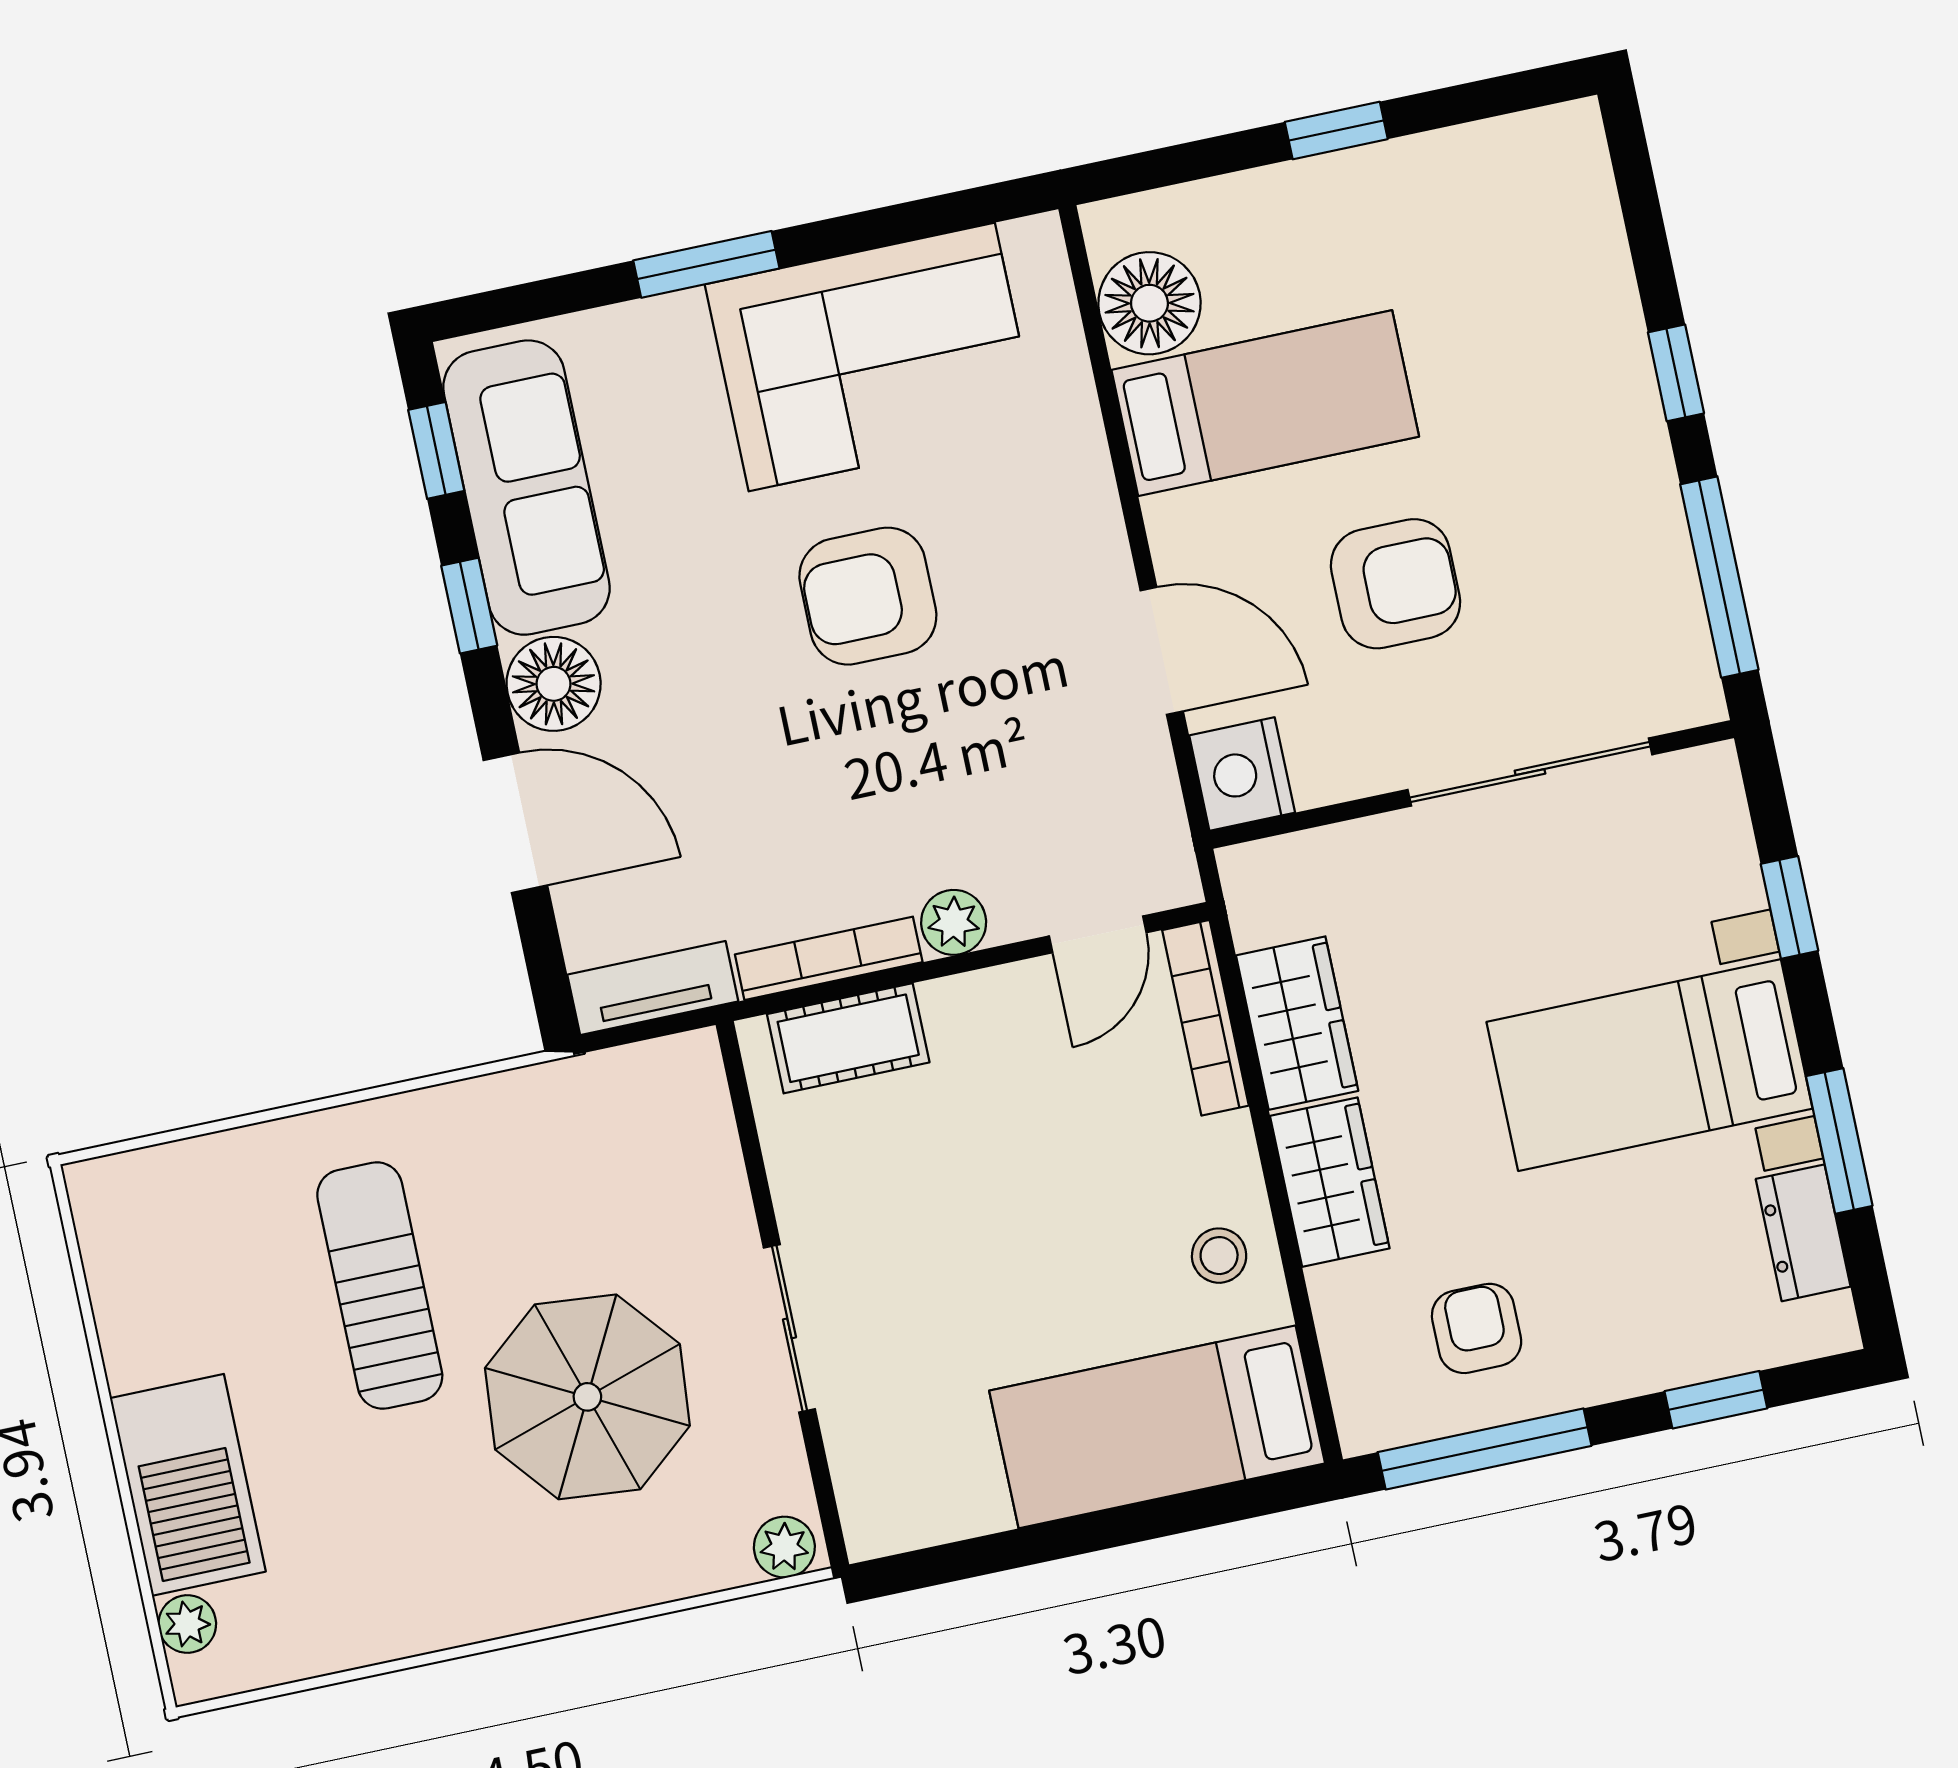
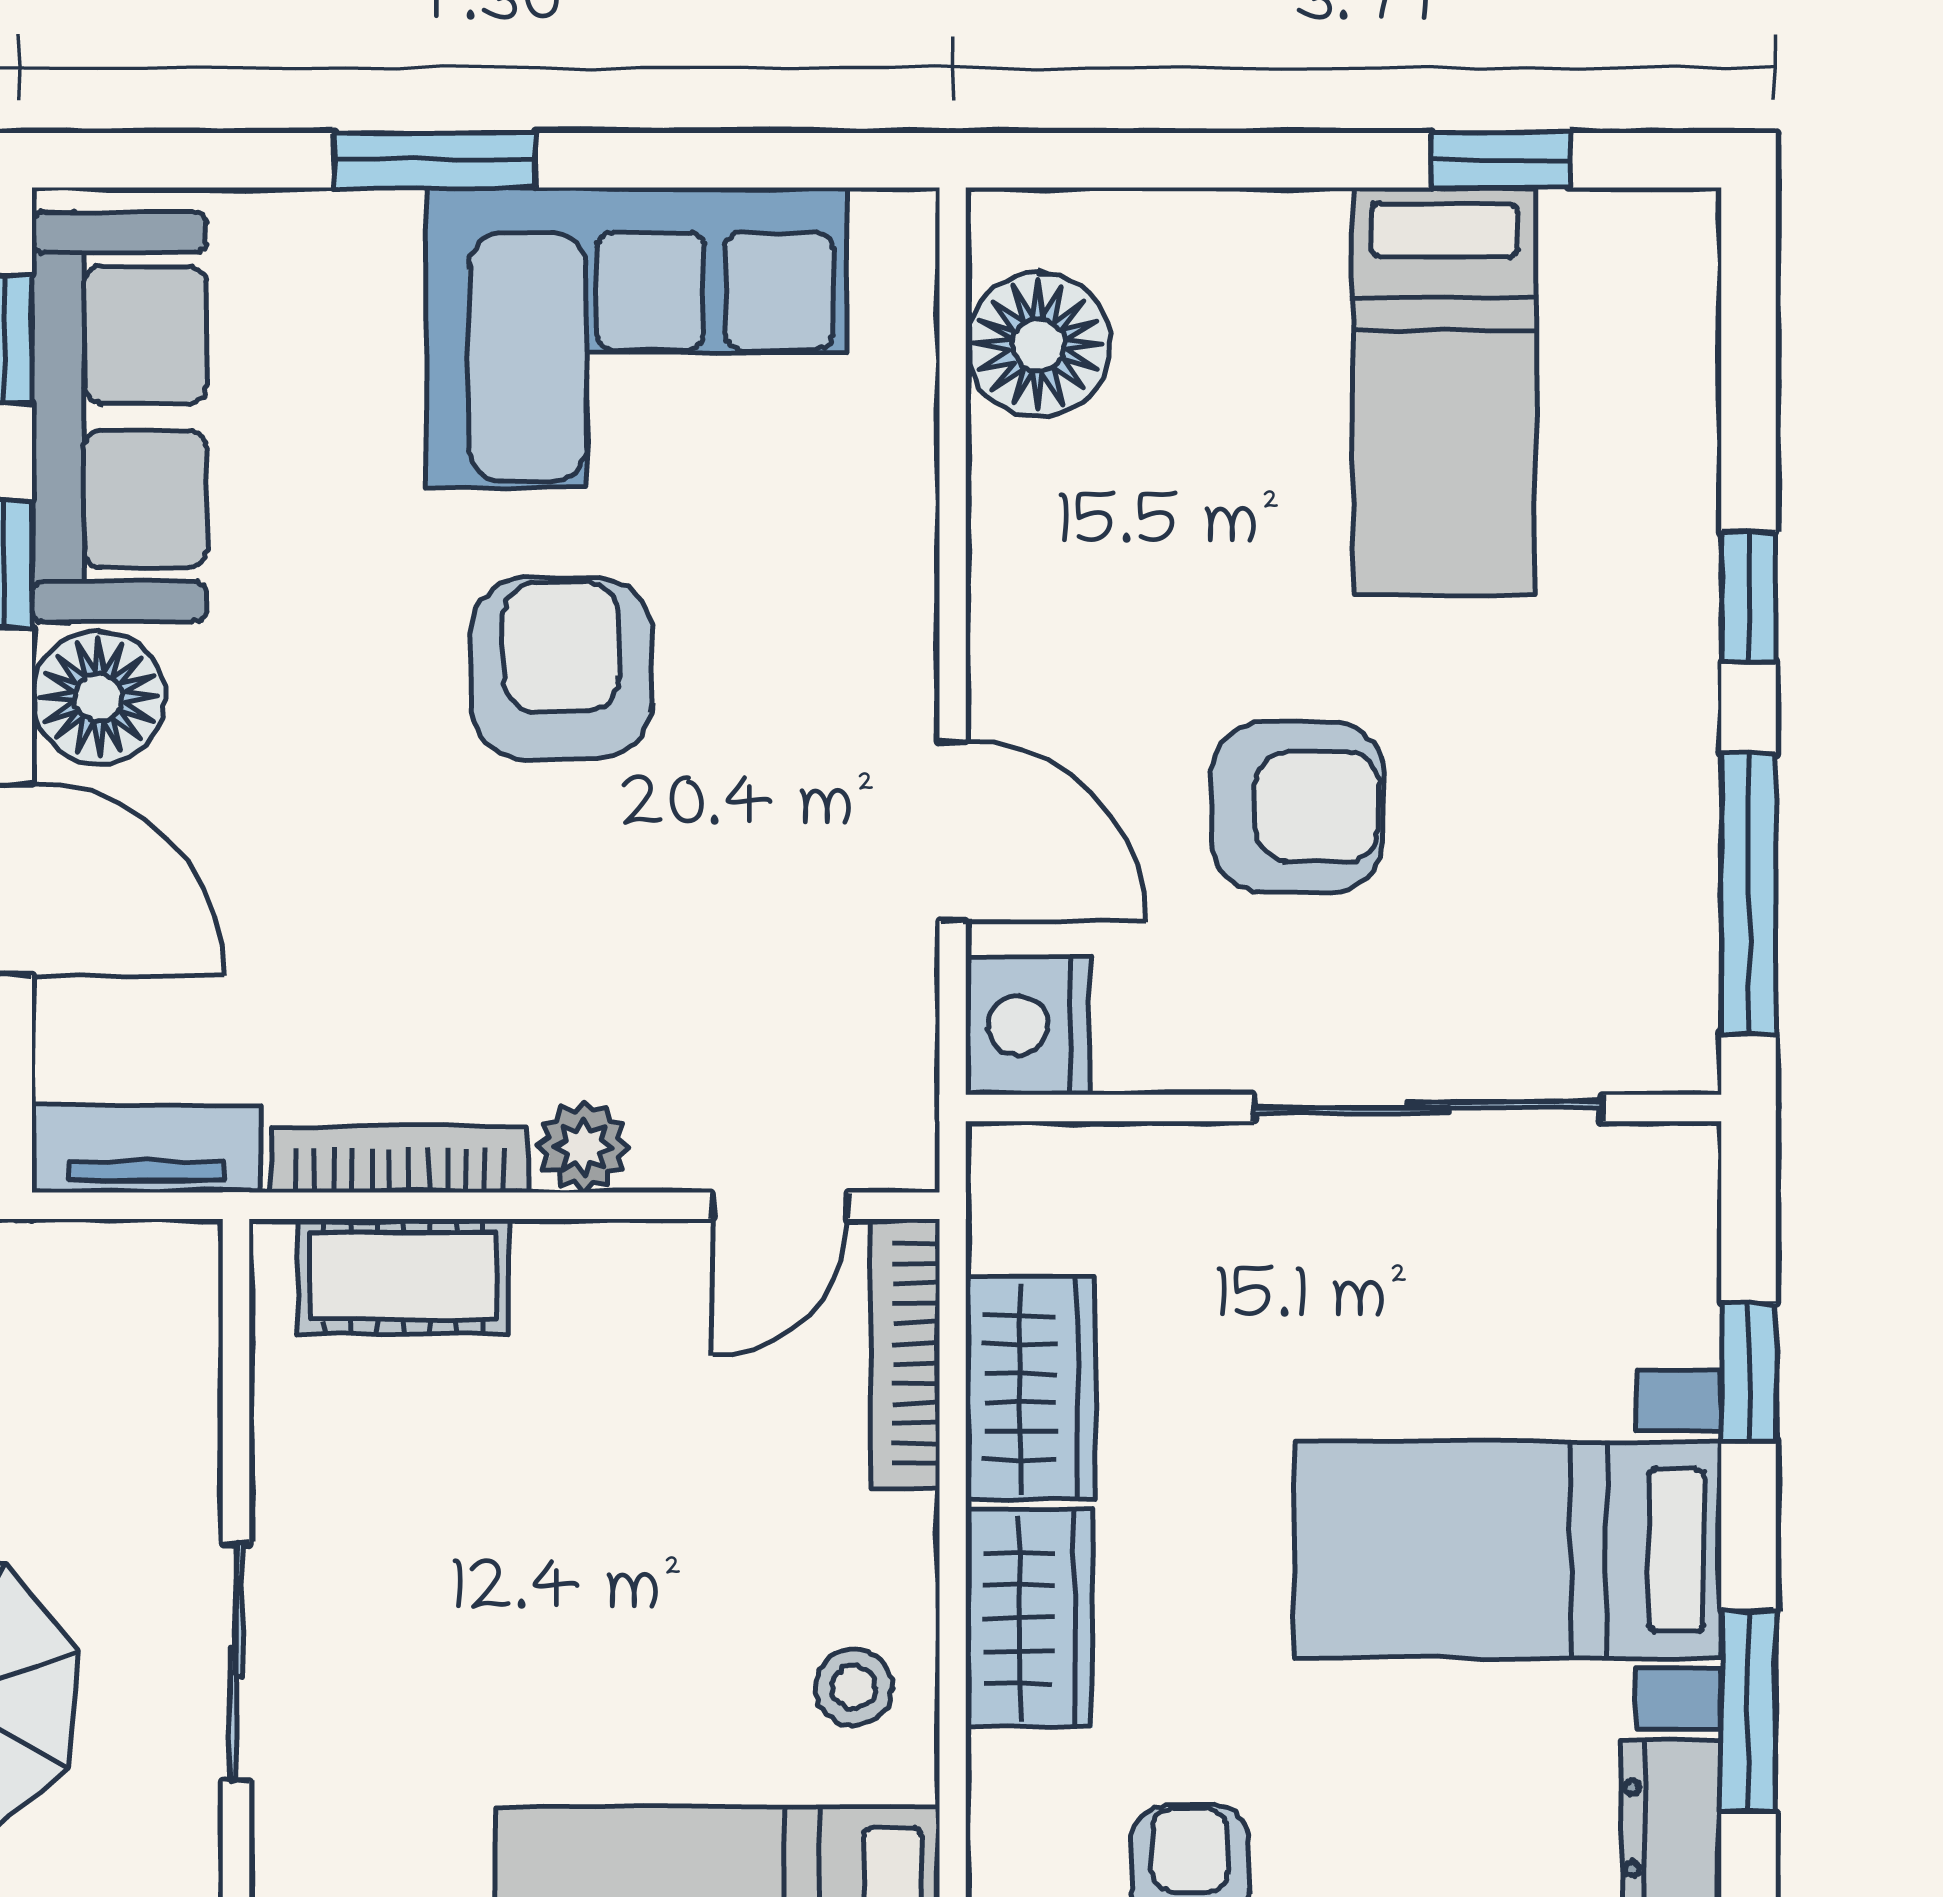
window: (1336, 130) -> (1501, 160), moved
bed: (1265, 403) -> (1444, 391), moved, turned 90
armchair: (868, 596) -> (561, 668), turned 90

